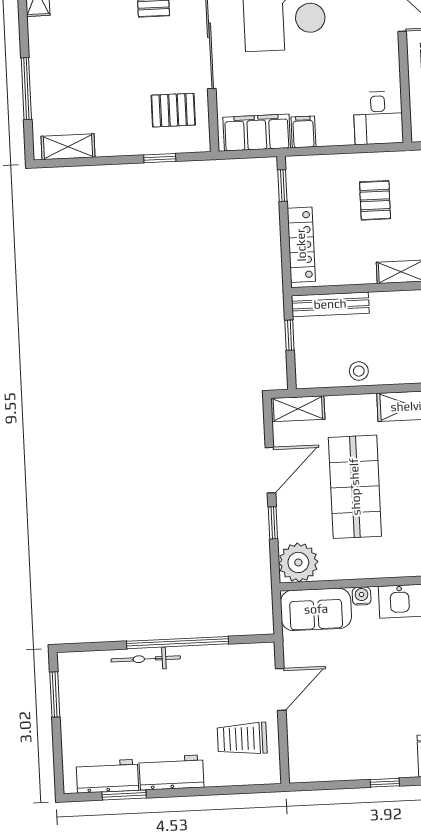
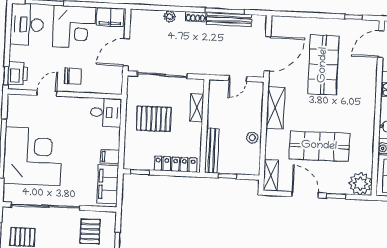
pallet: (375, 200) -> (154, 119), width x1.50, depth x1.42

